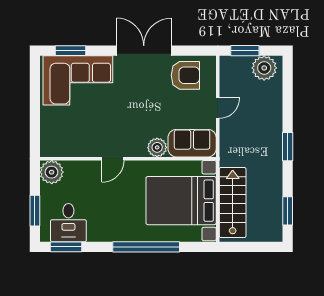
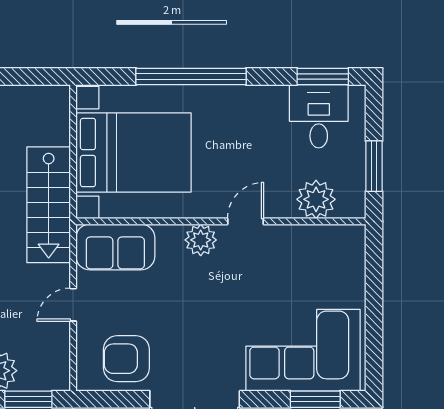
plant: (157, 147) -> (201, 240), moved
plant: (52, 172) -> (316, 199), moved
stairs: (233, 203) -> (49, 205), moved
window: (35, 211) -> (374, 166), moved

